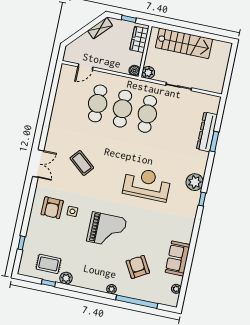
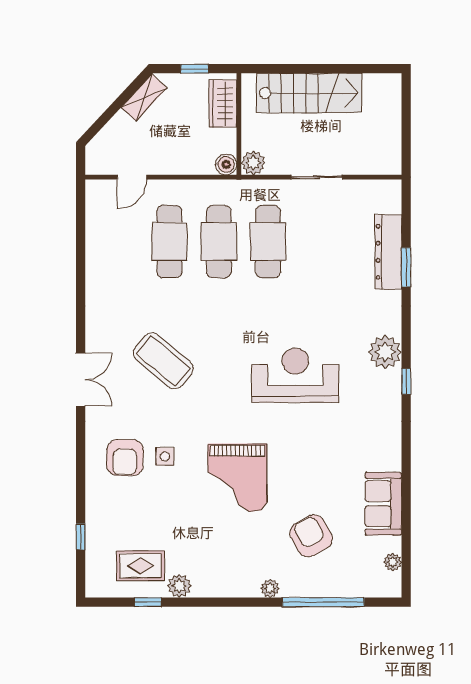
coffee table: (82, 163) -> (163, 361), width x1.36, depth x1.32
grand piano: (107, 230) -> (237, 478), turned 90

